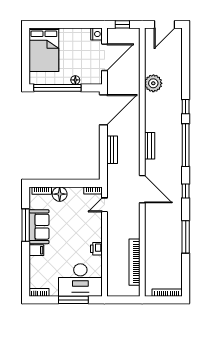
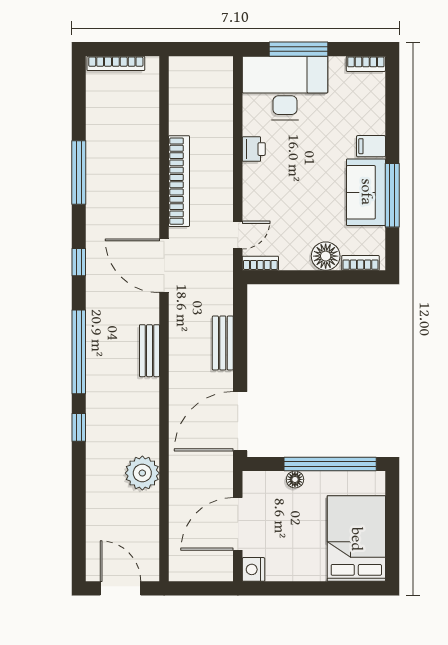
window: (122, 24) -> (203, 588), removed
door: (164, 24) -> (120, 588), hinge flipped
bookcase: (135, 262) -> (179, 181), moved

